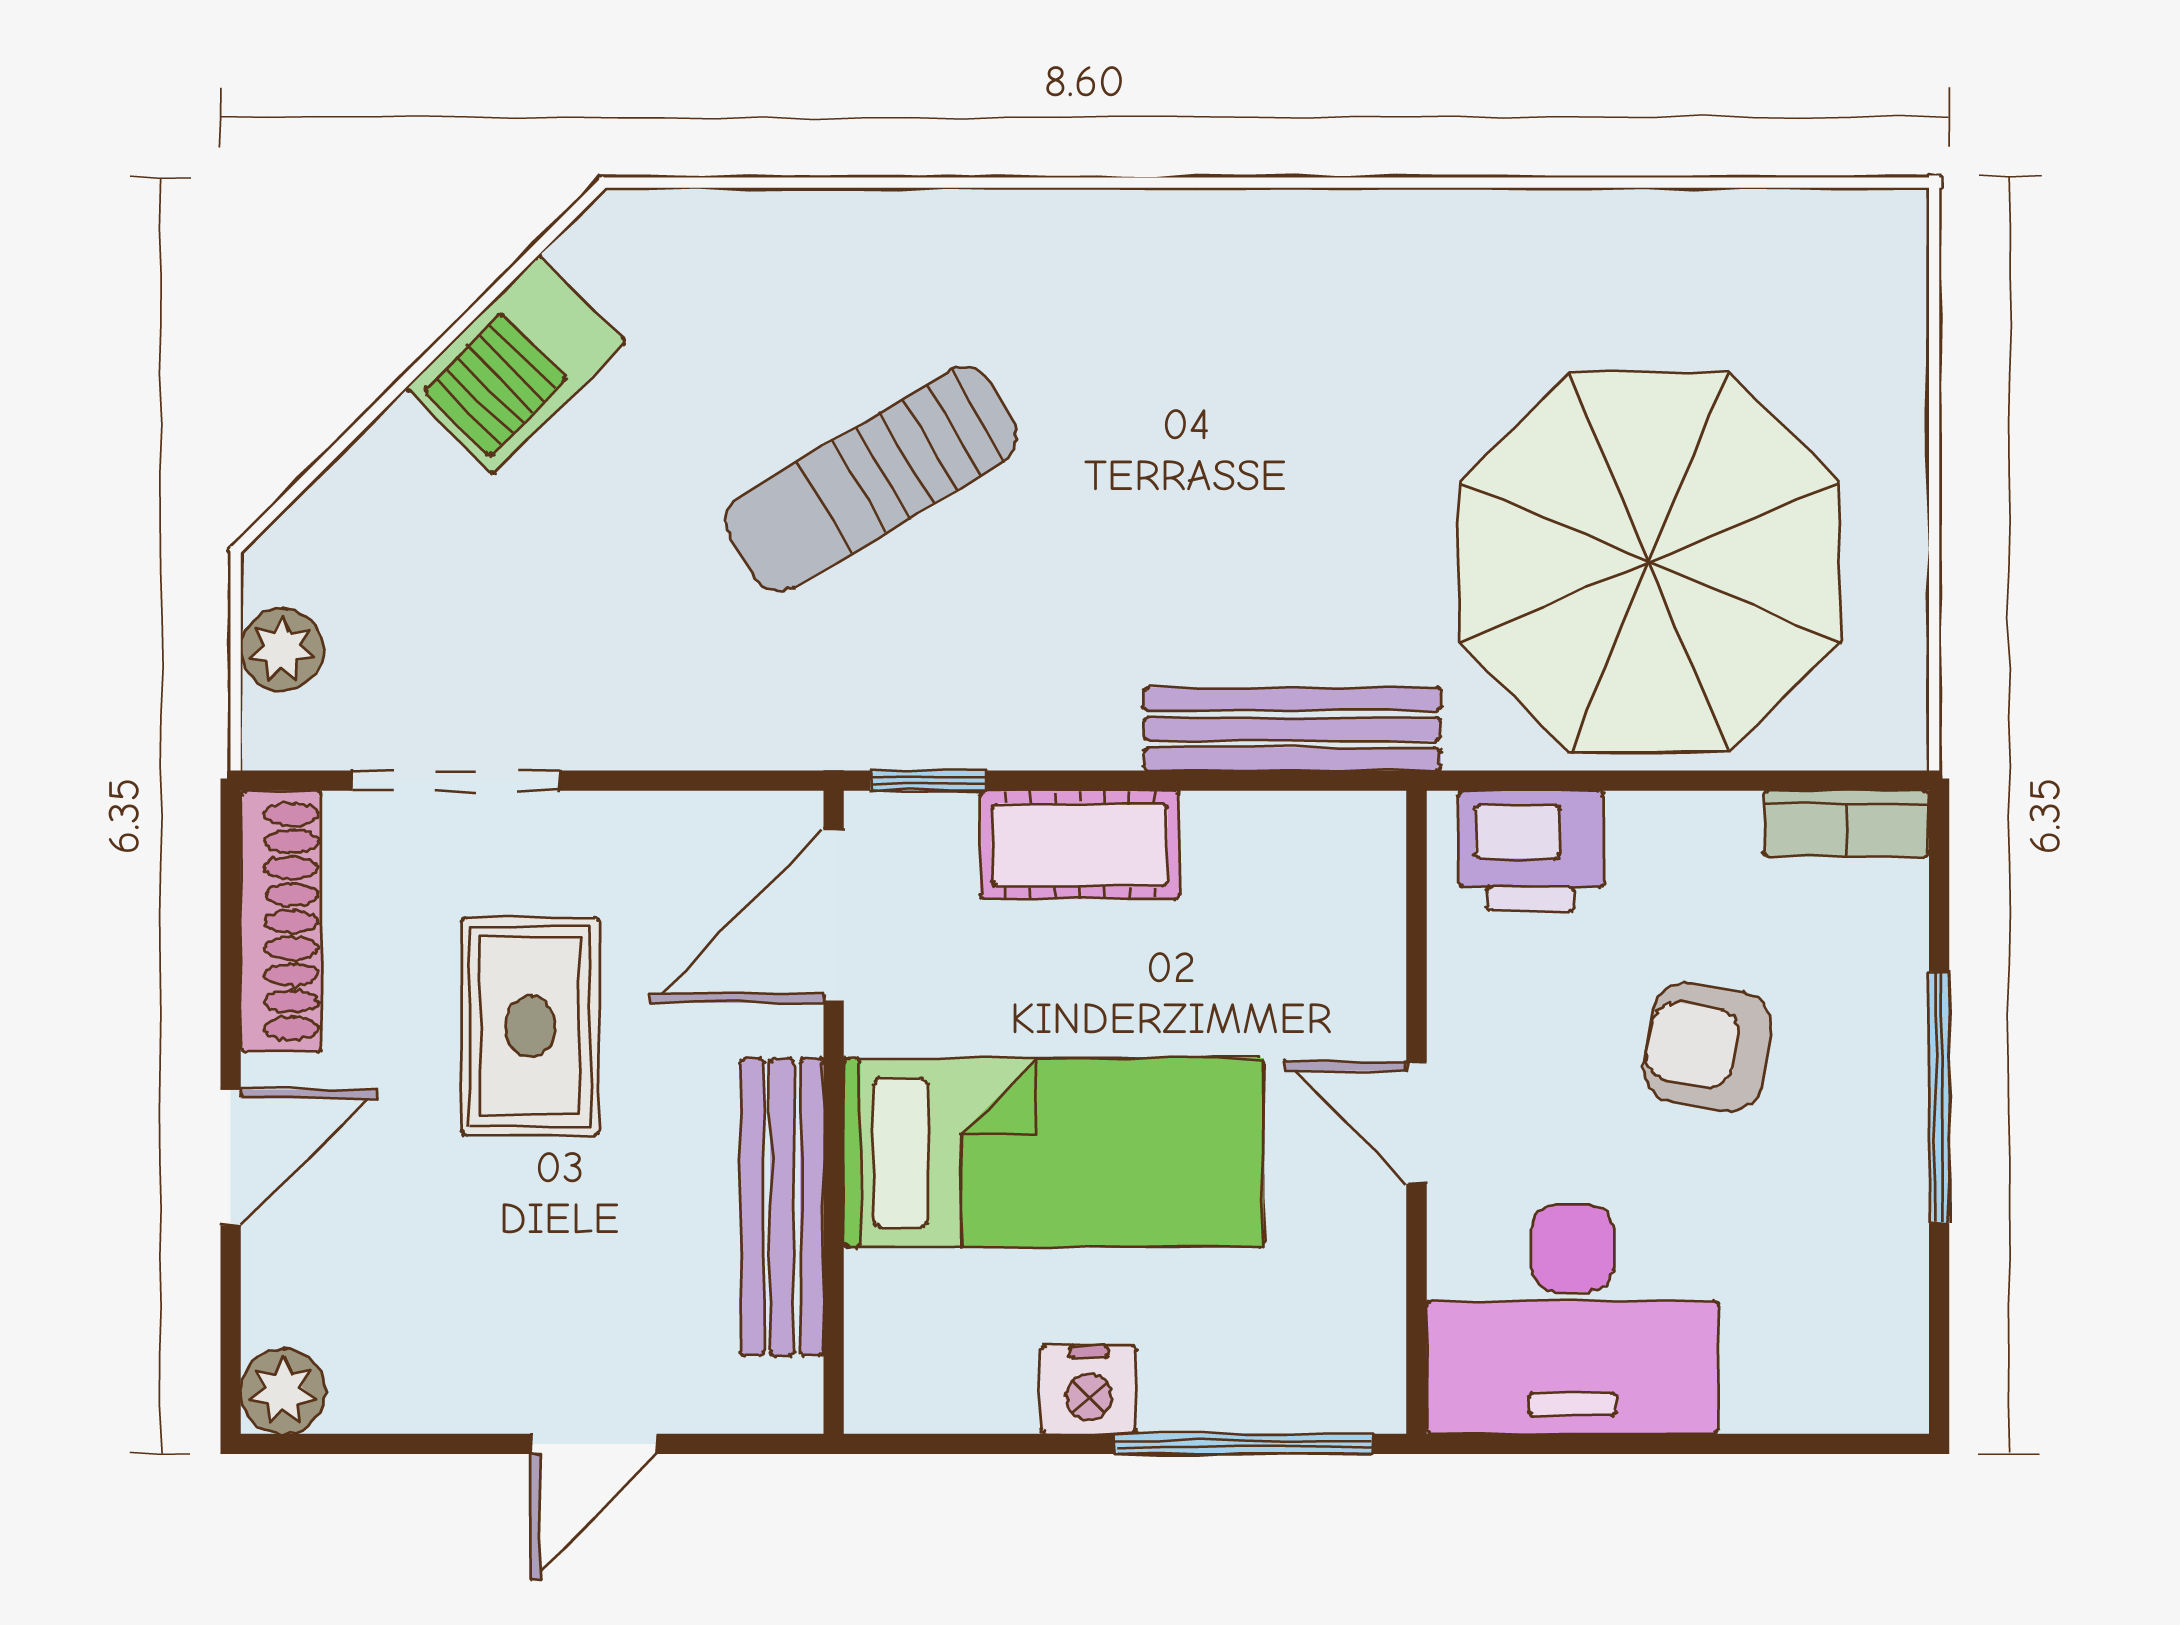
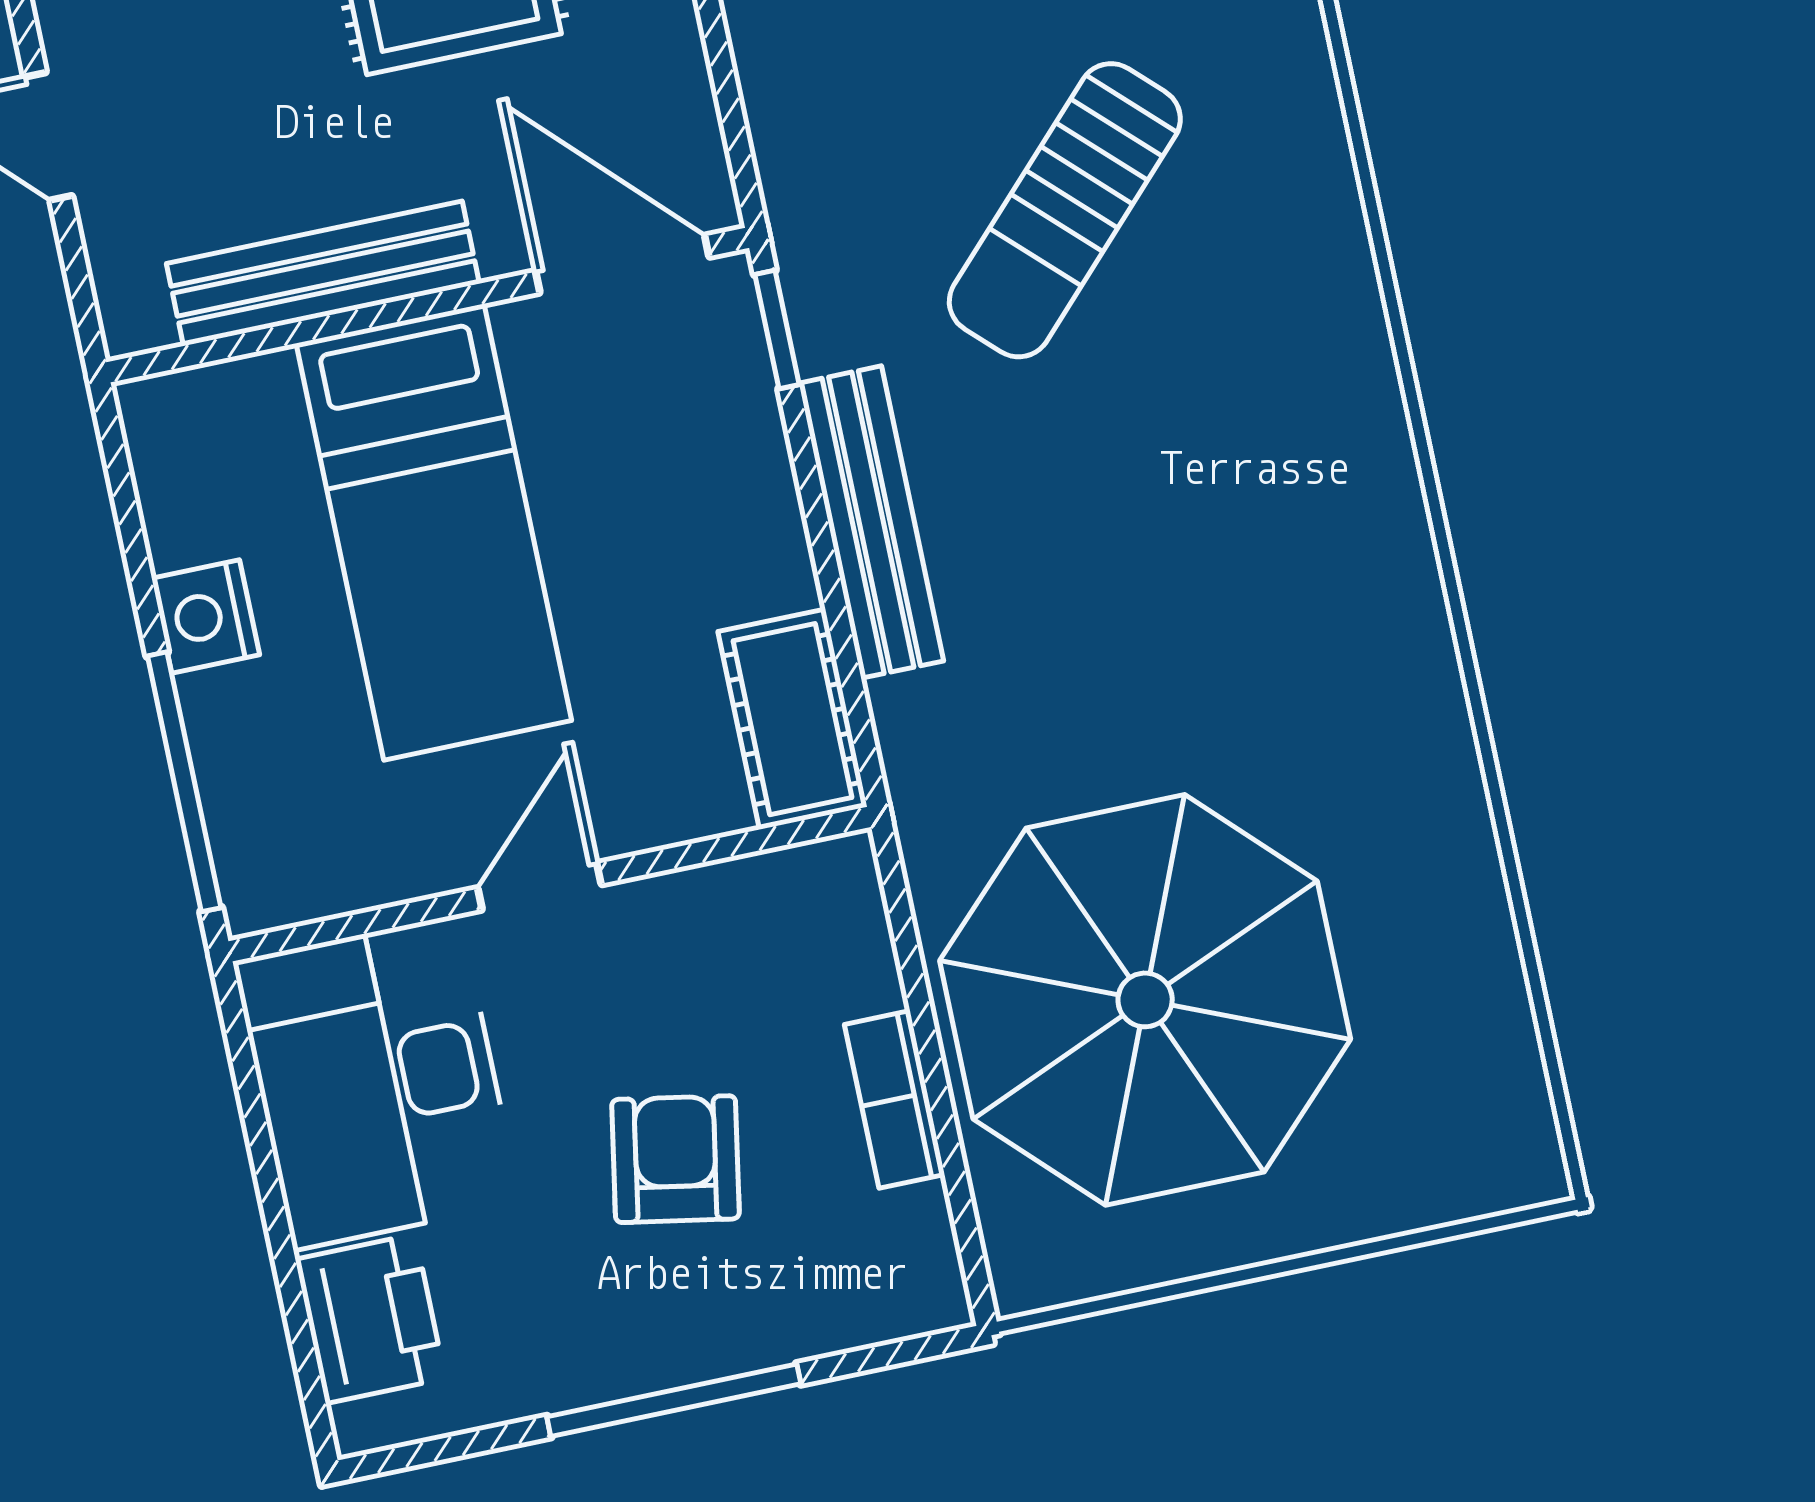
sun lounger: (872, 479) -> (1065, 210), turned -105
bench: (1292, 729) -> (871, 522), moved
bookcase: (1846, 824) -> (895, 1099), moved
cot: (1080, 845) -> (792, 719), moved
printer: (1530, 851) -> (370, 1319), moved, turned 180

